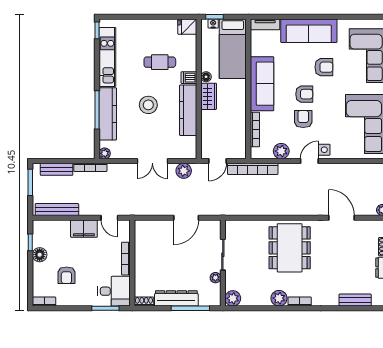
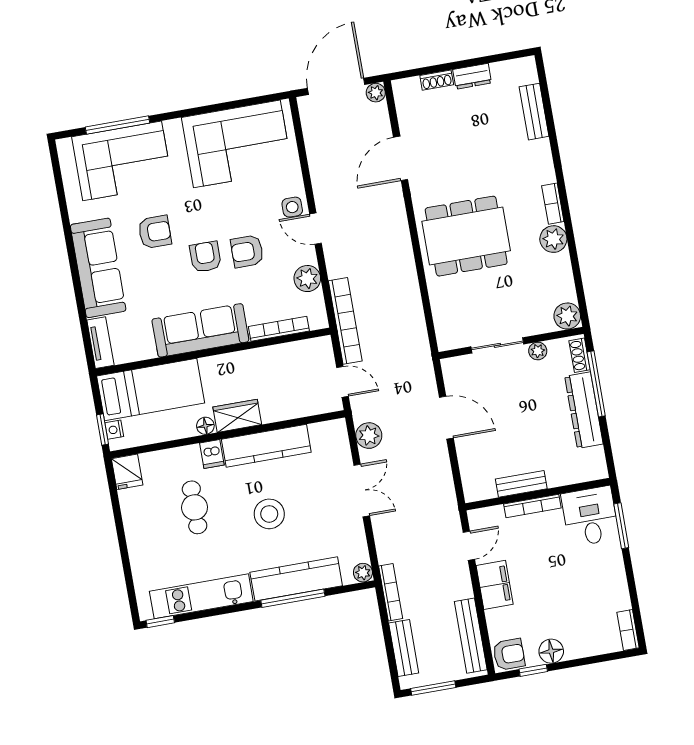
armchair: (324, 67) -> (155, 232), turned 90
bench: (140, 254) -> (521, 484), added
armchair: (66, 275) -> (509, 654), moved
shoe rack: (144, 301) -> (580, 355), moved

